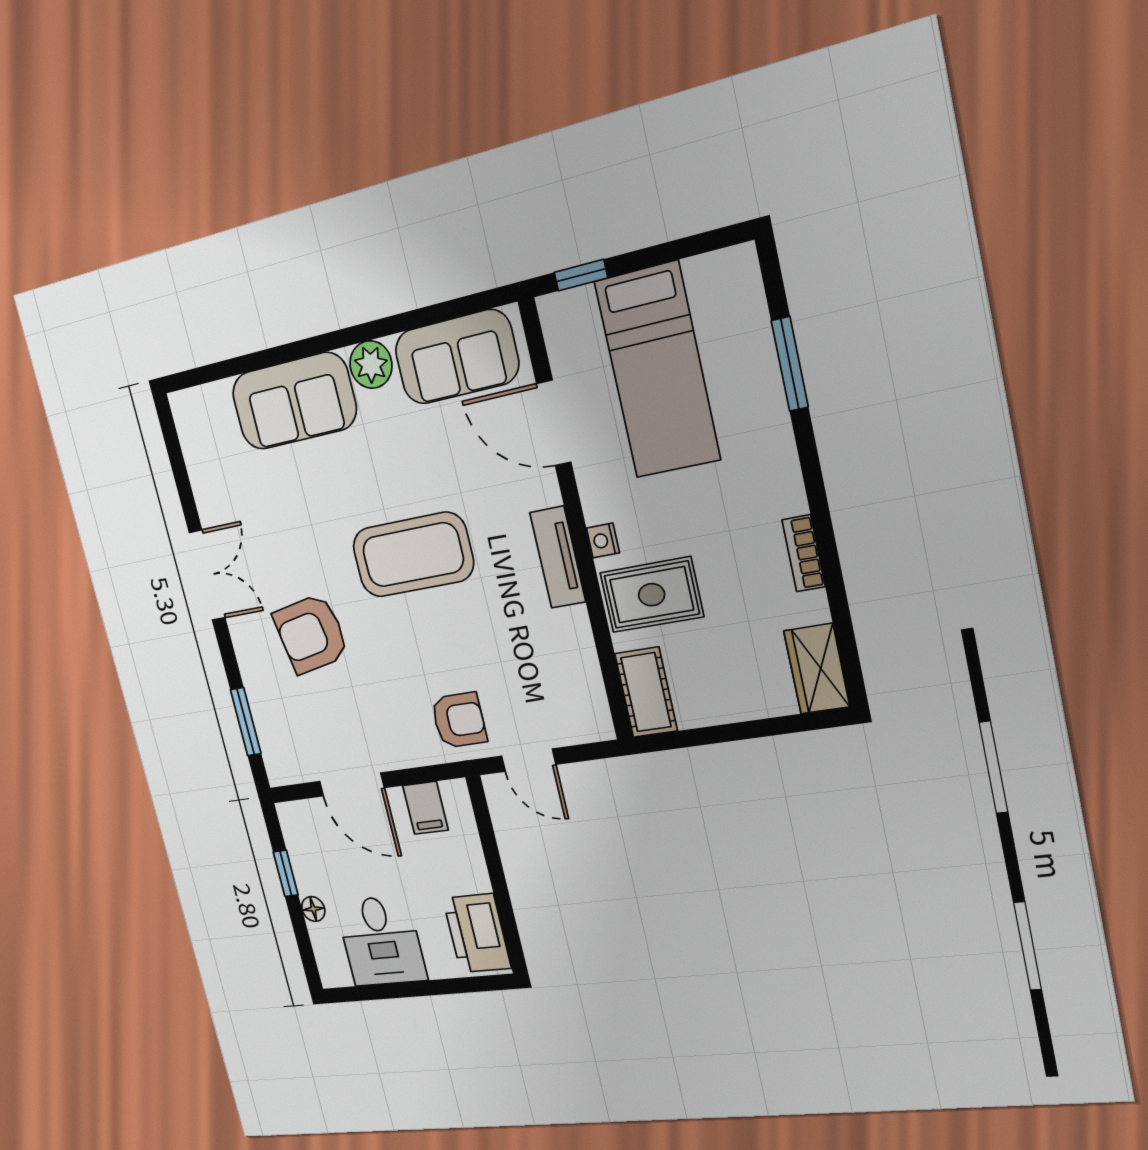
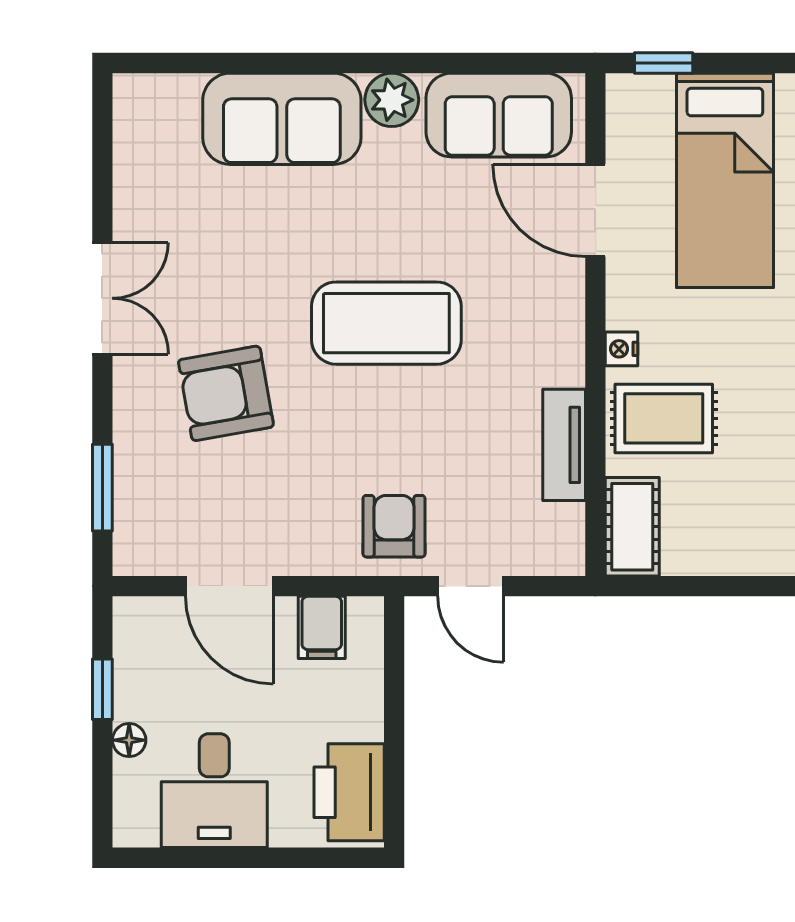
tv unit: (558, 557) -> (564, 445), moved
armchair: (459, 720) -> (394, 526), turned -90

